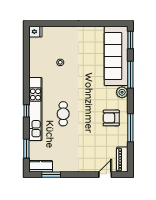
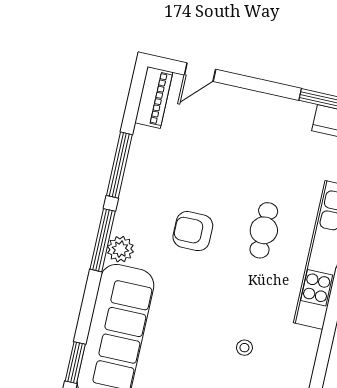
window: (130, 75) -> (103, 240), moved
armchair: (111, 118) -> (193, 231), moved, turned 180

